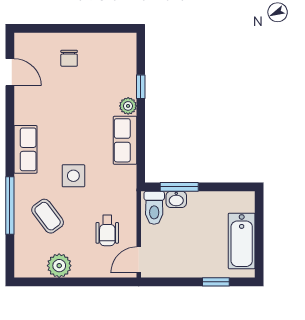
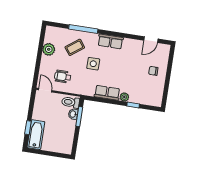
bathtub: (242, 241) -> (36, 135), moved, turned 90

